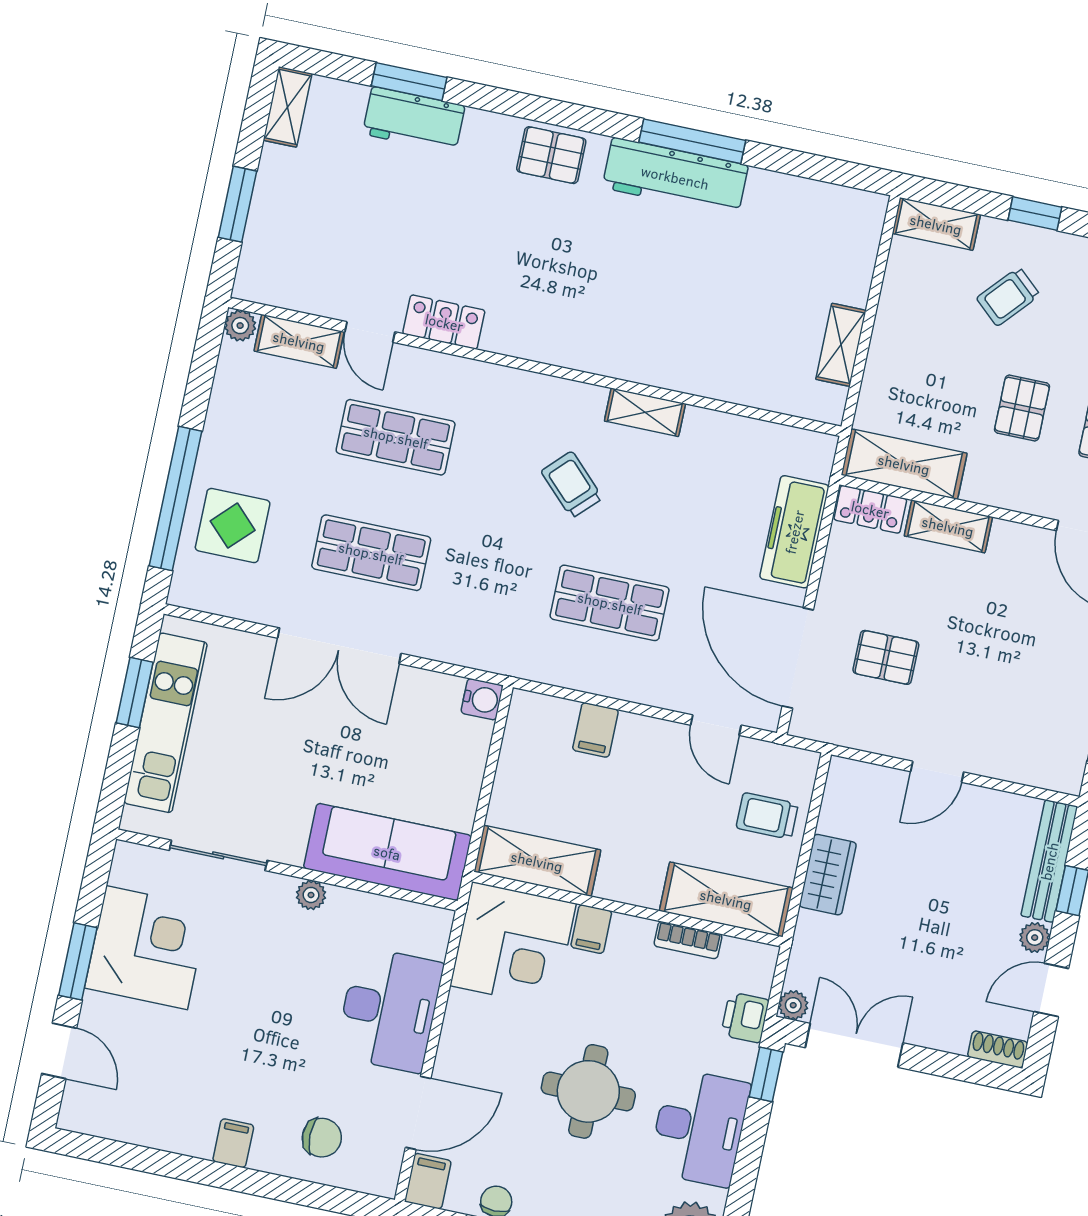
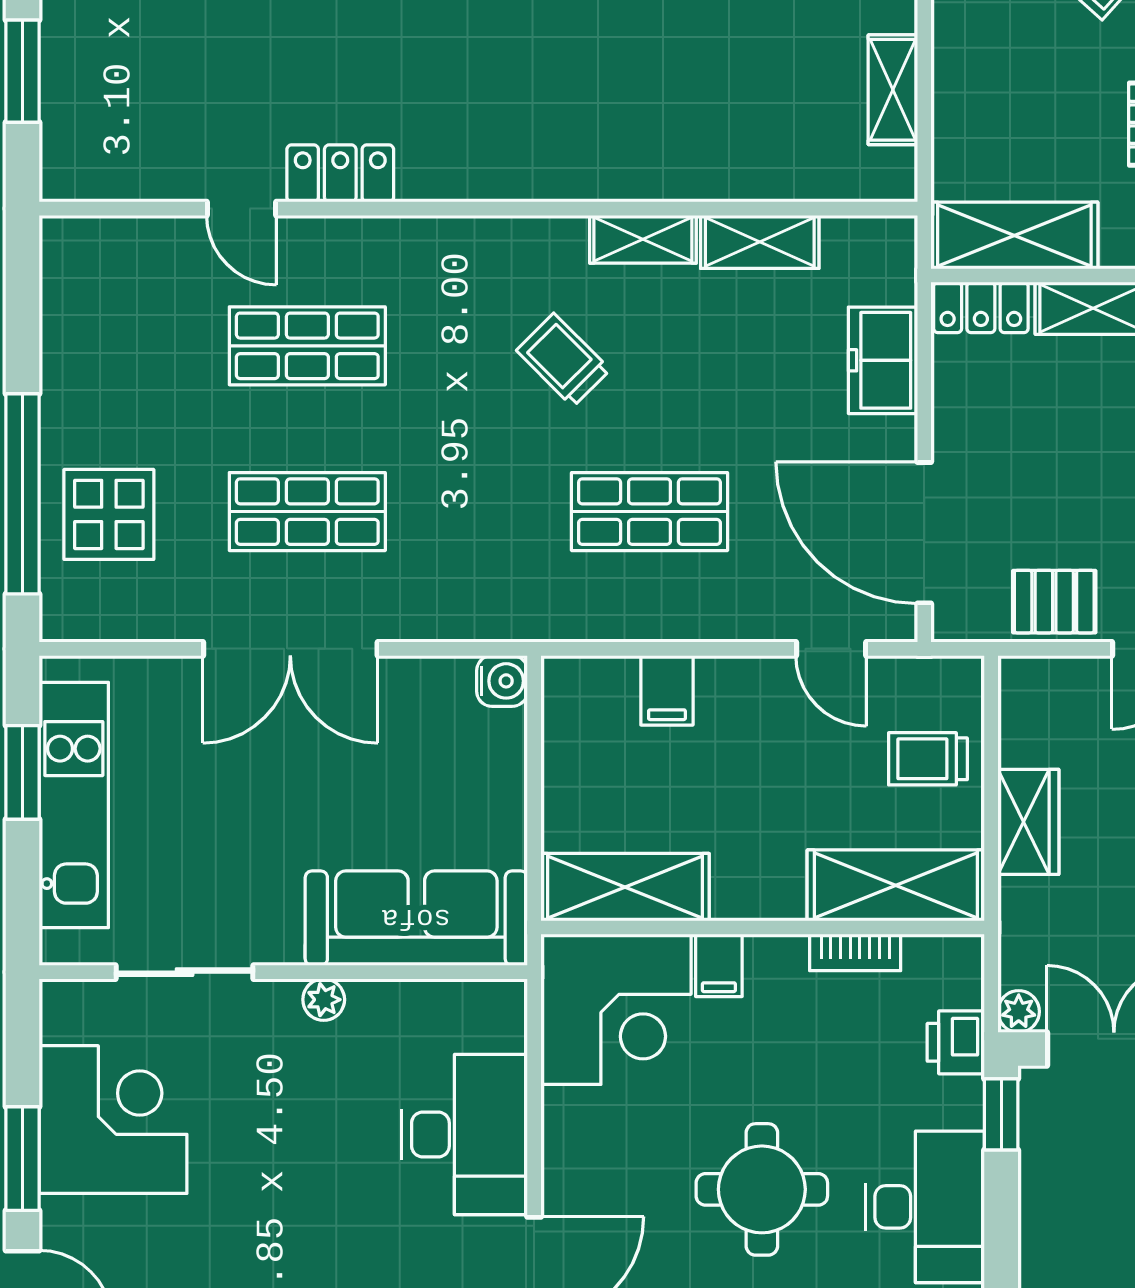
plant: (240, 326) -> (61, 237), removed
shelving: (299, 341) -> (760, 242), moved
freezer: (794, 532) -> (883, 360), width x0.71
pallet: (886, 657) -> (1054, 602), moved

